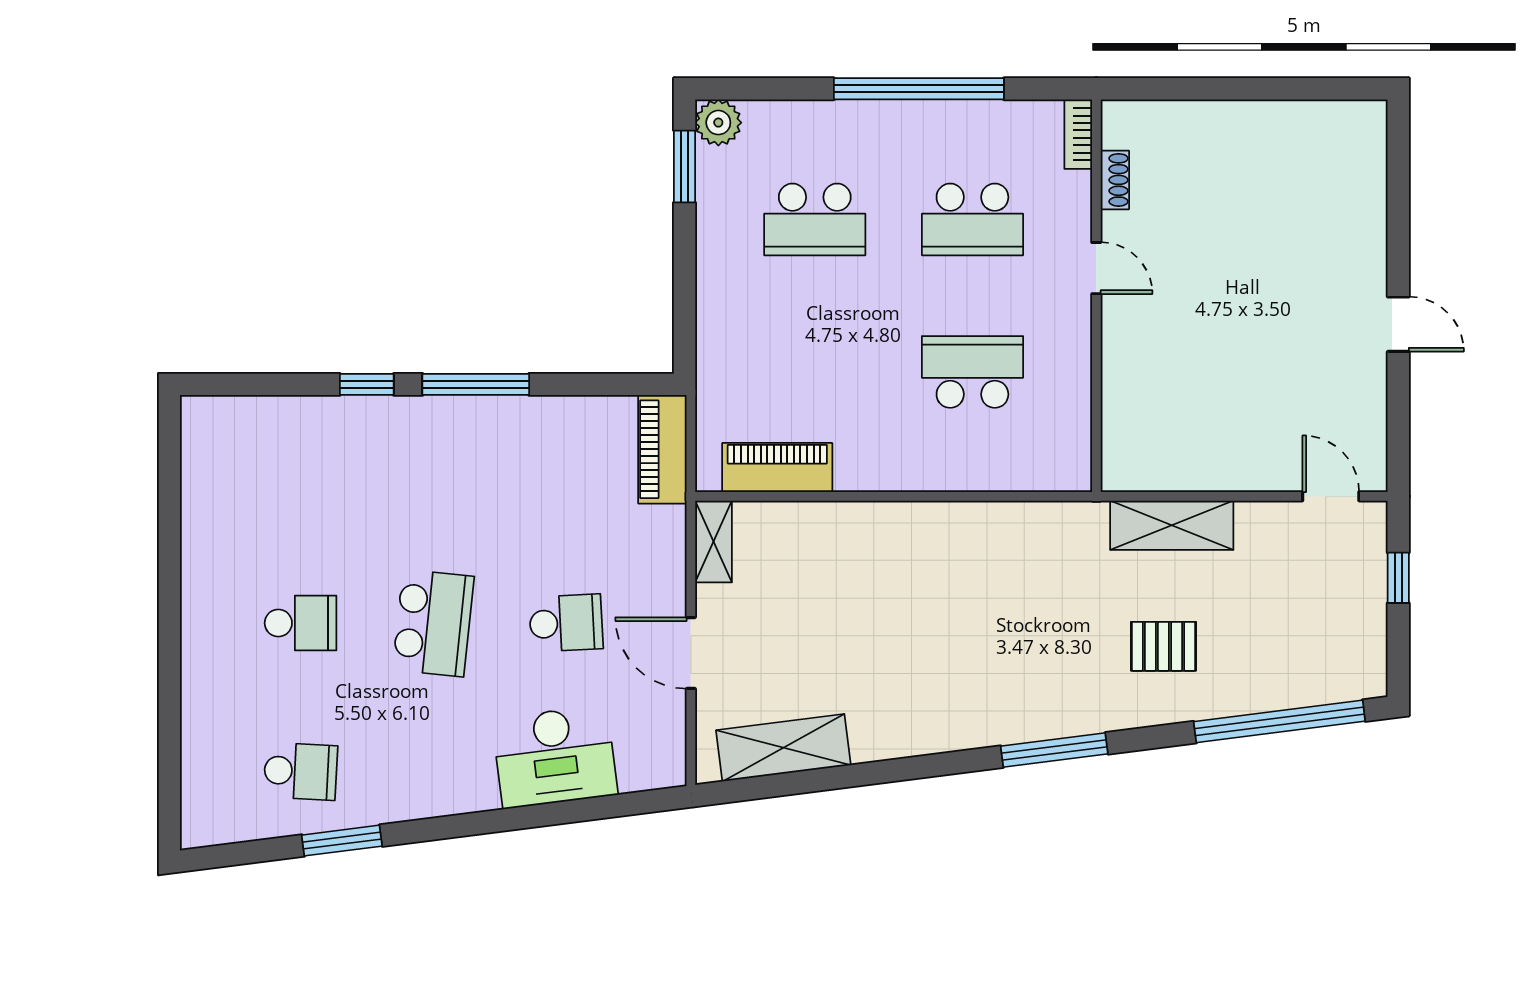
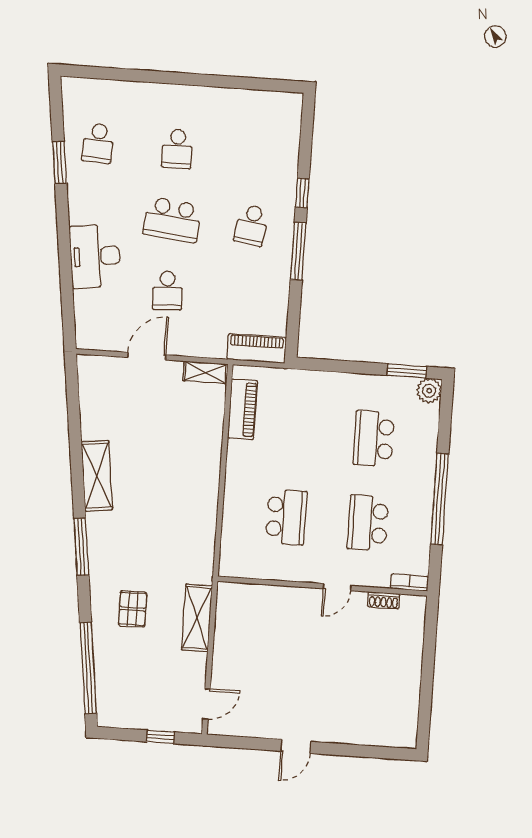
school desk: (433, 475) -> (252, 225), added
shelving: (783, 748) -> (97, 476), moved
desk: (555, 757) -> (95, 256), moved

